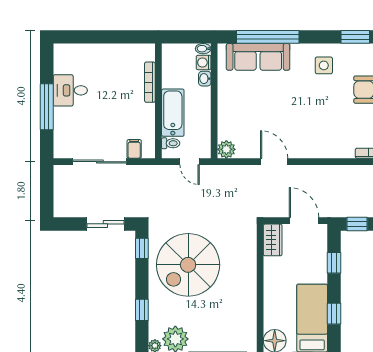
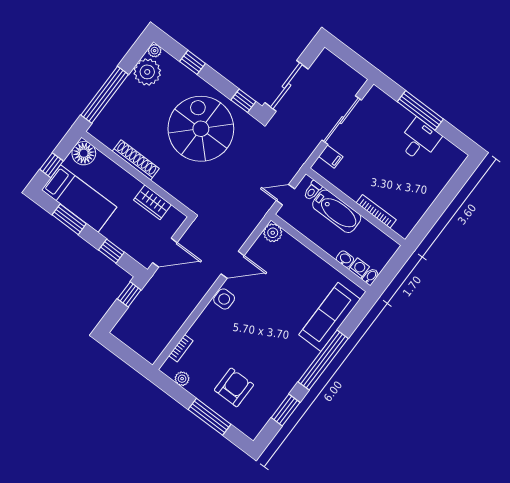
window: (268, 37) -> (323, 360), moved
side table: (324, 65) -> (224, 299), moved
sliding door: (105, 224) -> (286, 86), width x1.37
wardrobe: (273, 240) -> (152, 202), moved
shoe rack: (250, 297) -> (136, 160), added
window: (334, 314) -> (69, 219), width x1.50

